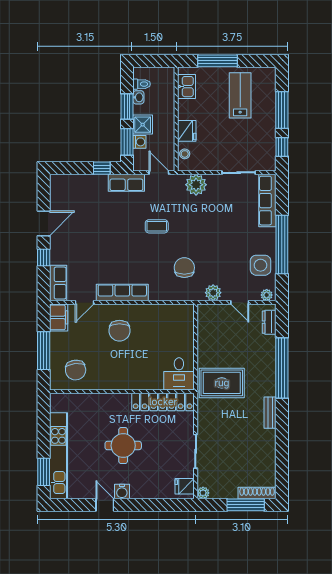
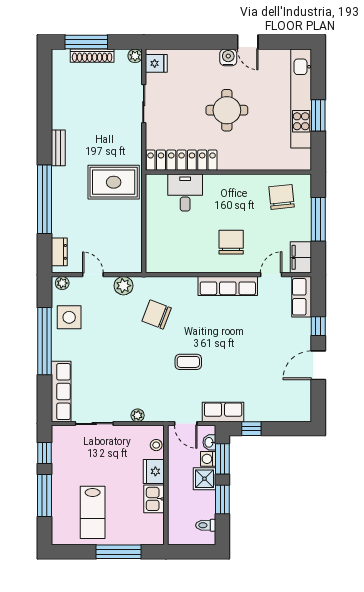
kitchen sink: (187, 87) -> (154, 499), moved
washbasin: (138, 97) -> (209, 442), moved
plant: (196, 185) -> (138, 415), width x0.53, depth x0.53
chair: (184, 268) -> (157, 315), turned 111
desk: (179, 374) -> (185, 192), moved
window: (44, 472) -> (318, 115), moved
shoe rack: (257, 493) -> (92, 56), moved

